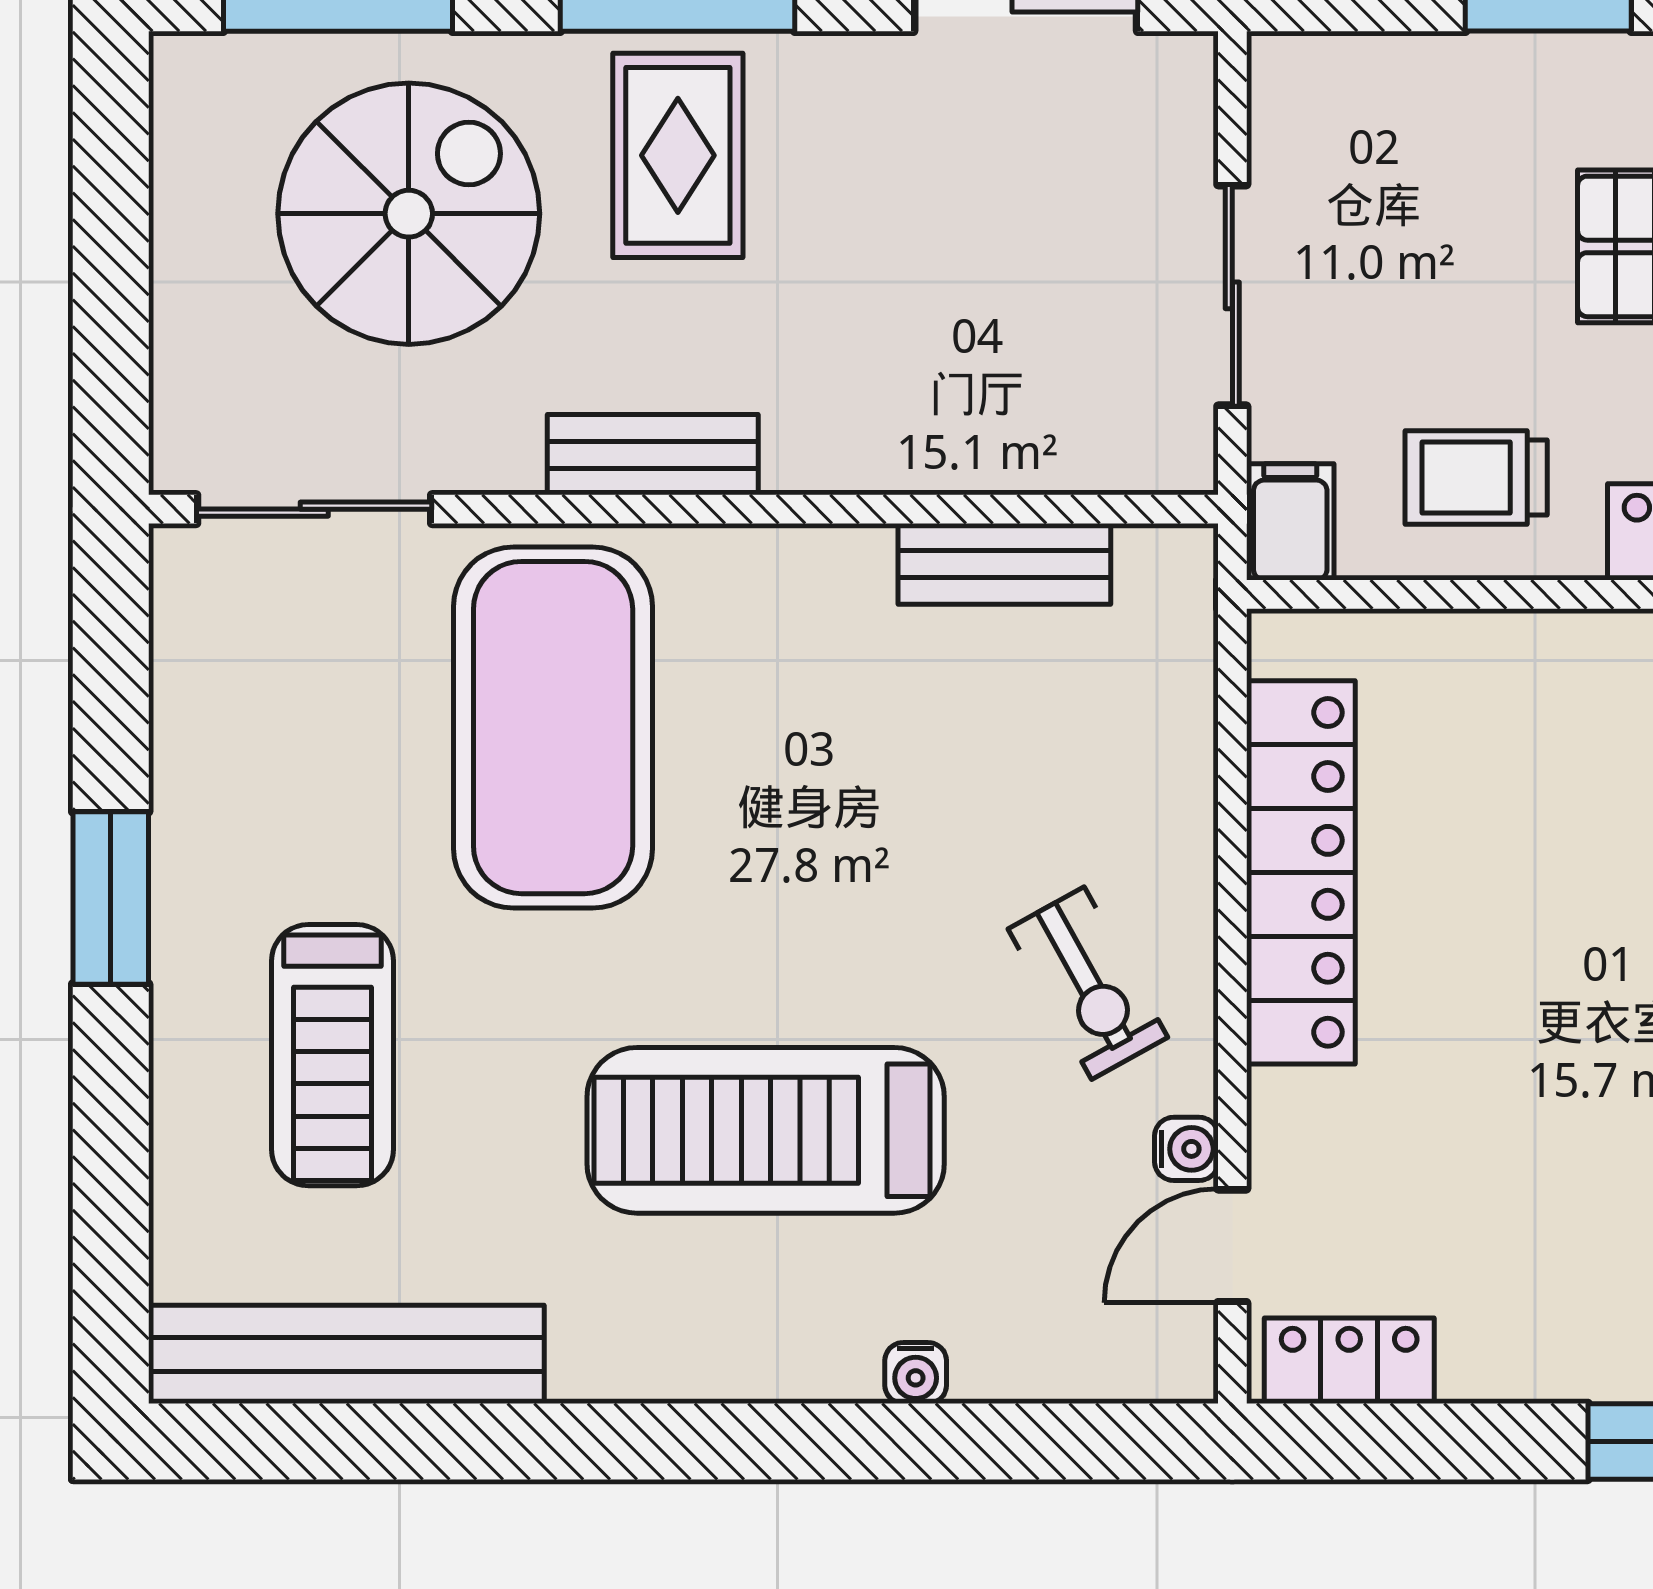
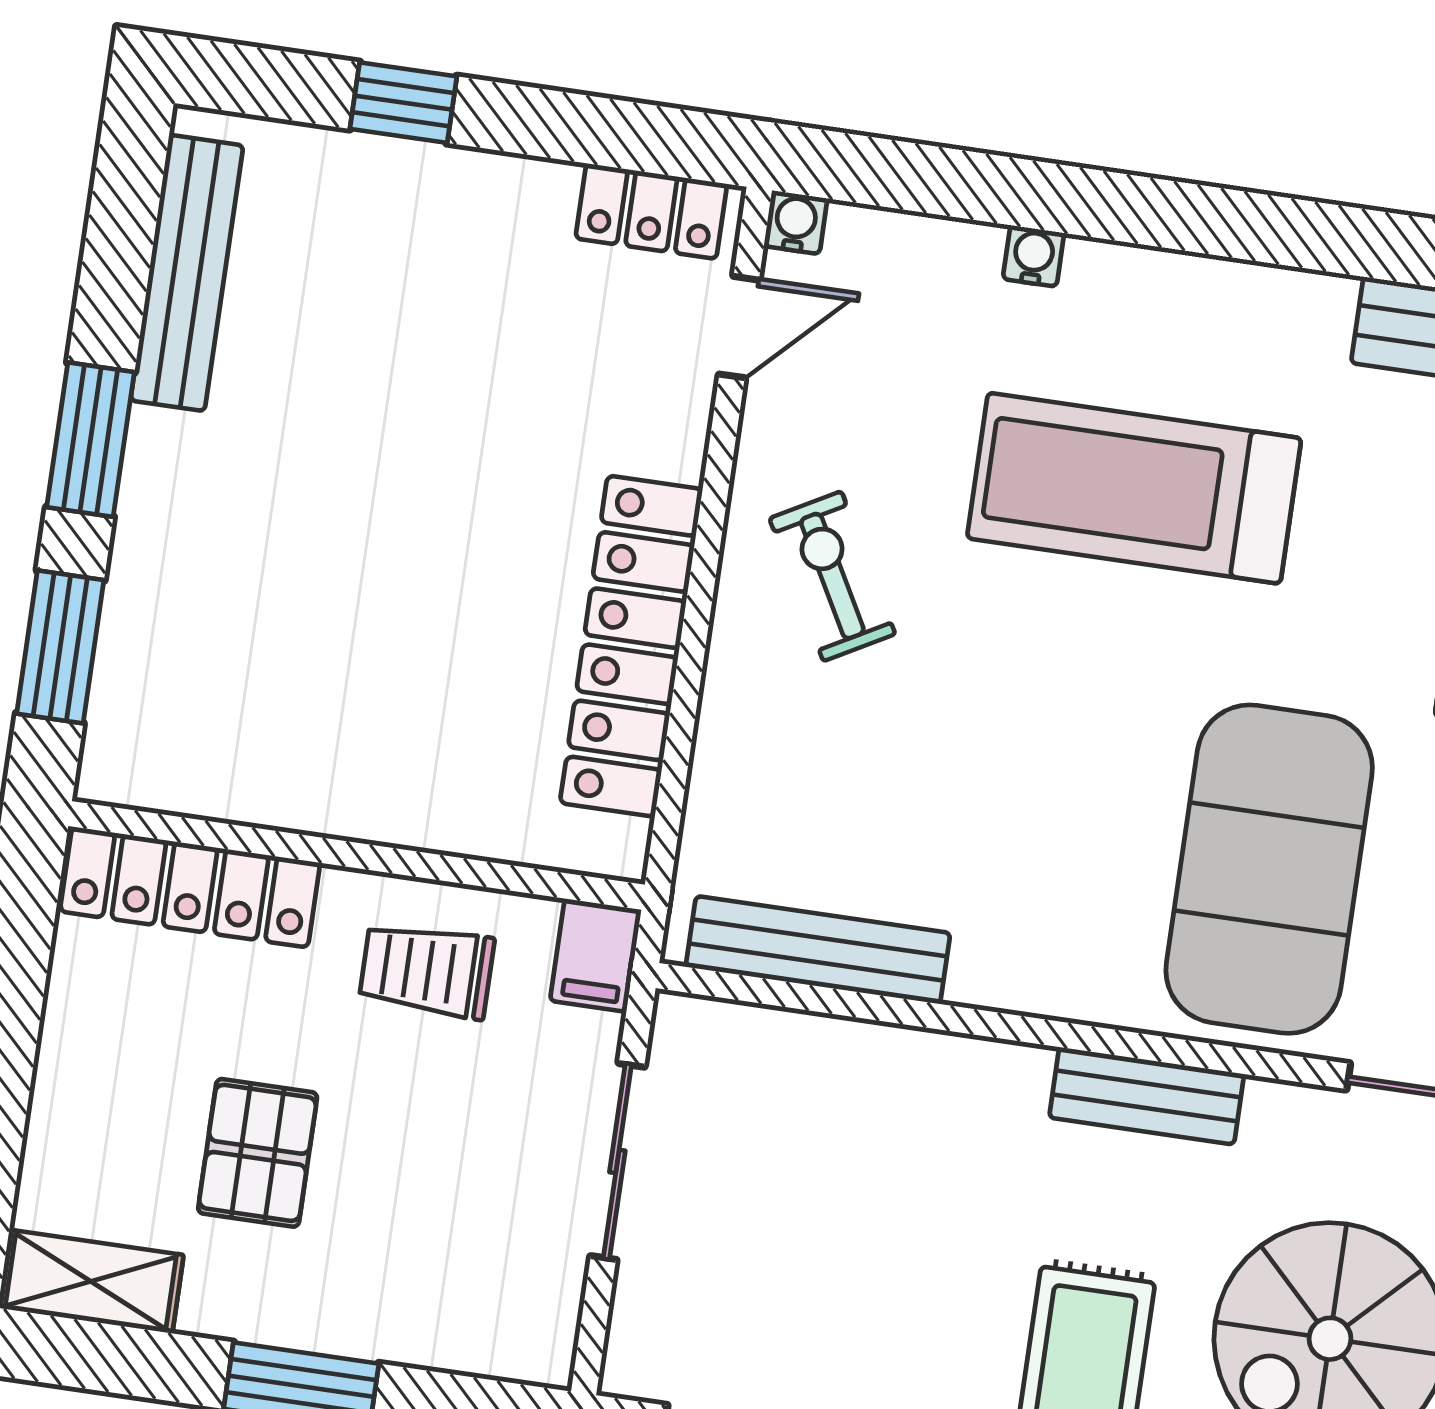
trolley: (1476, 477) -> (427, 970), turned 180
bench: (1004, 564) -> (818, 950), width x1.36
treadmill: (766, 1130) -> (1134, 488), turned 180
water cooler: (1186, 1149) -> (796, 222), moved, turned 90

